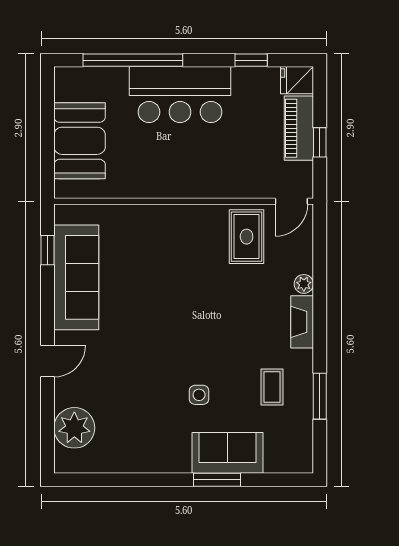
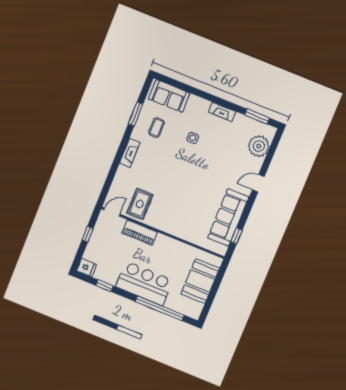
piano: (299, 128) -> (140, 233), moved, turned 90
plant: (304, 284) -> (122, 171), removed
sofa: (228, 453) -> (169, 96), moved
fireplace: (165, 463) -> (222, 112), added
window: (217, 480) -> (257, 116), moved

